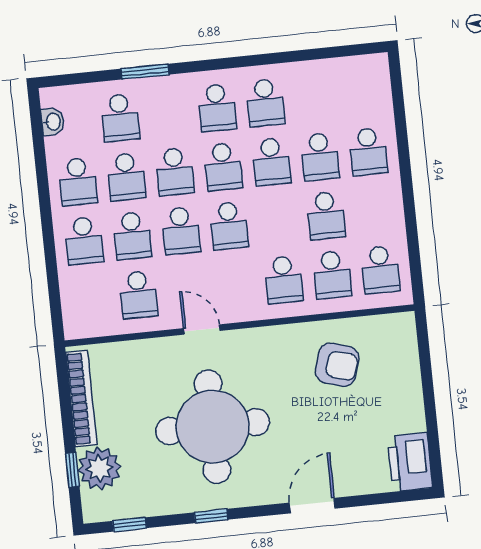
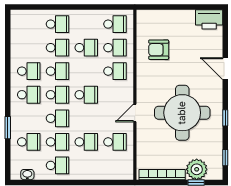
school desk: (181, 231) -> (86, 118), removed
school desk: (84, 241) -> (86, 165), removed
armchair: (337, 365) -> (159, 50), turned -107

